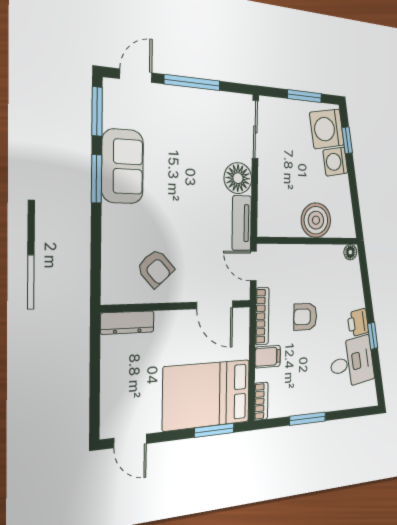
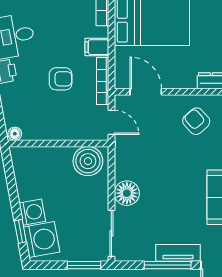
window: (304, 96) -> (84, 265), moved
boiler: (316, 220) -> (88, 161), moved
tv unit: (242, 223) -> (178, 253), moved, turned -90

